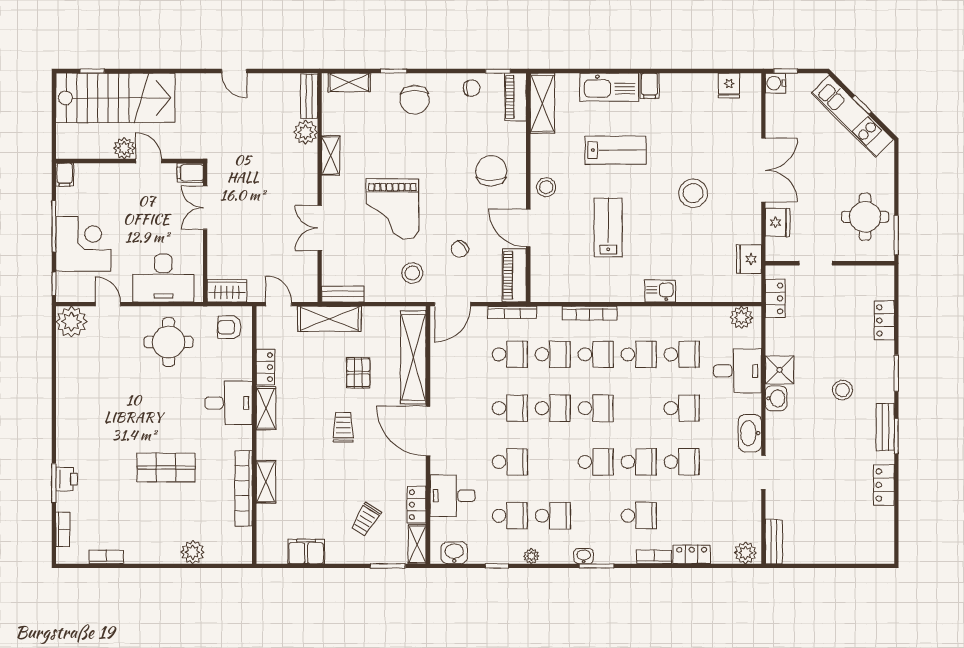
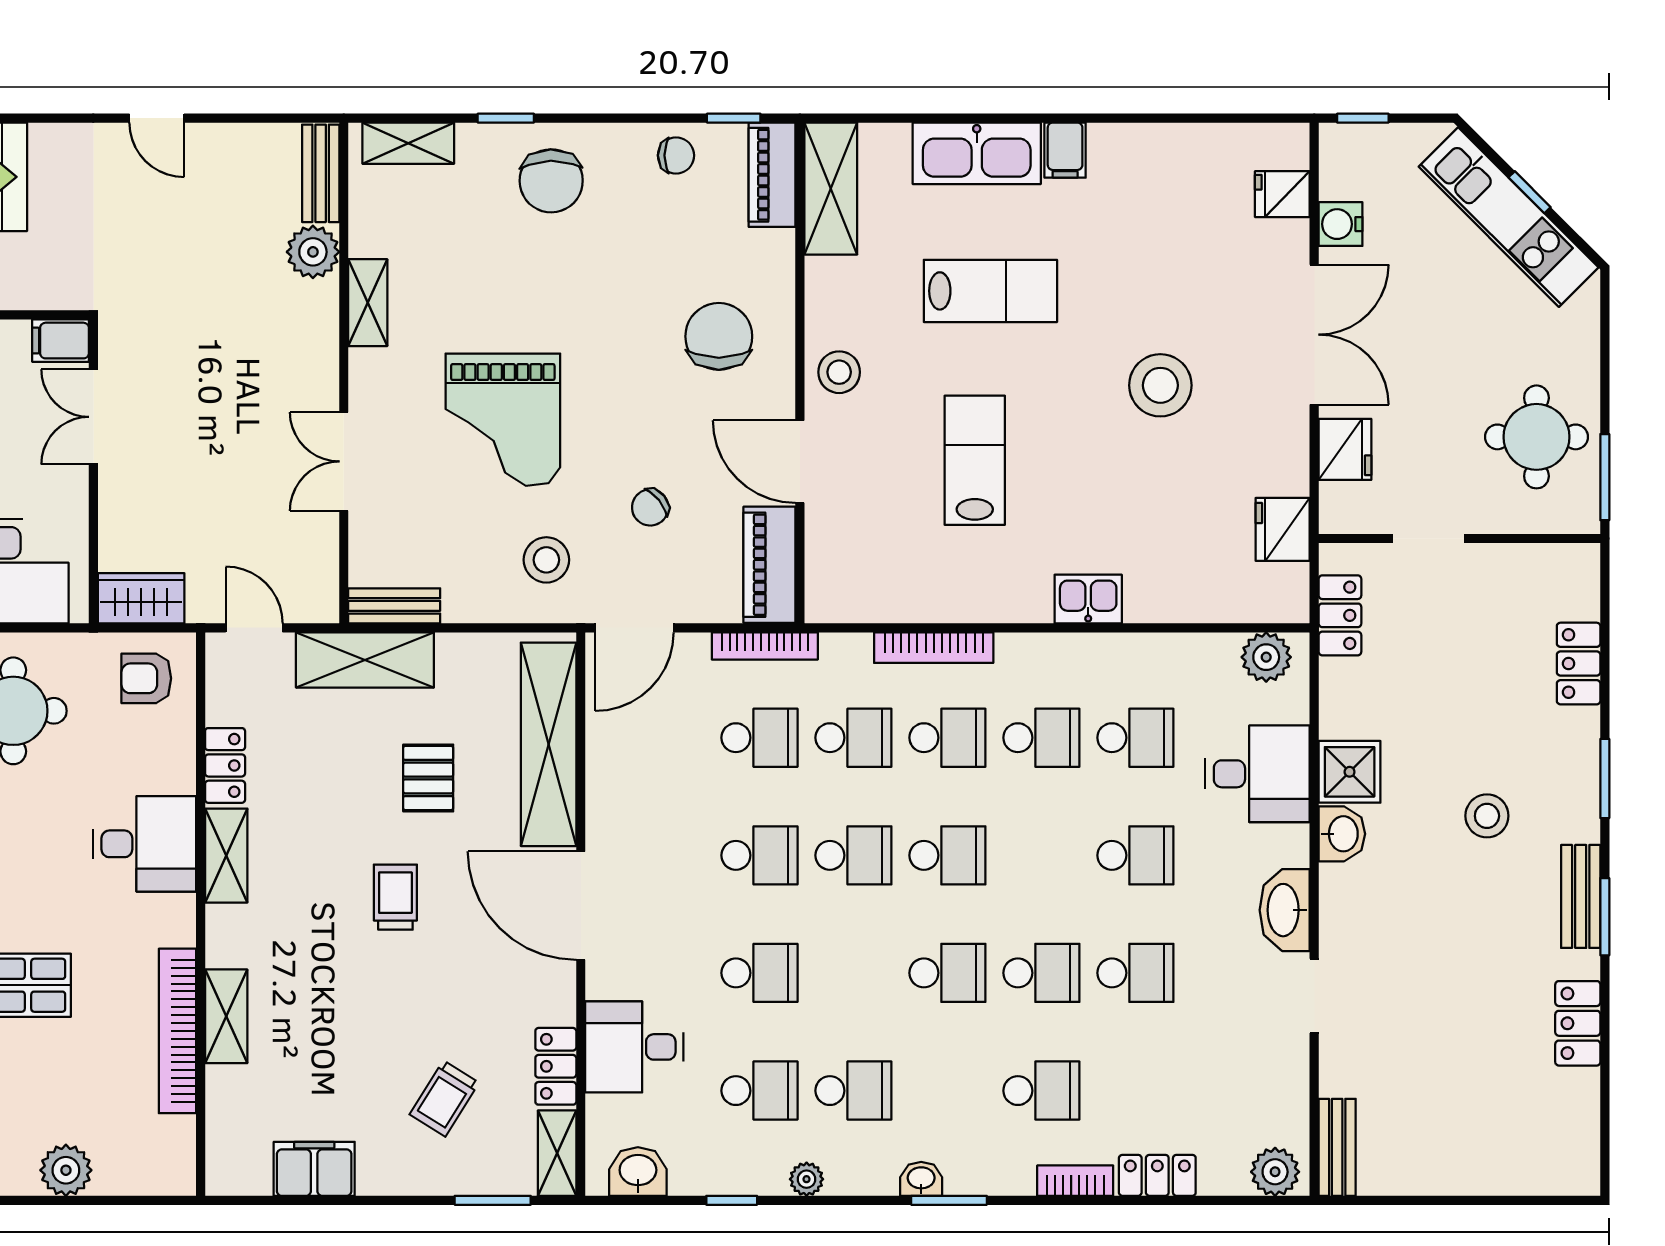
water cooler: (775, 83) -> (1341, 224), moved
fridge: (729, 86) -> (1282, 194), moved, turned 90

